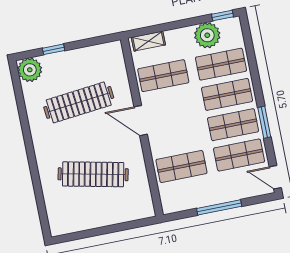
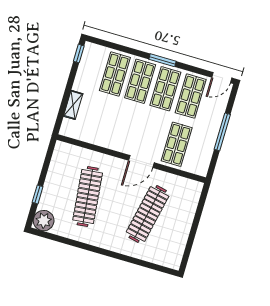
plant: (207, 35) -> (88, 73), removed
shelving: (148, 41) -> (73, 105), moved
shop shelf: (163, 76) -> (101, 122), removed
door: (141, 121) -> (141, 162), moved
window: (264, 122) -> (162, 60), moved

